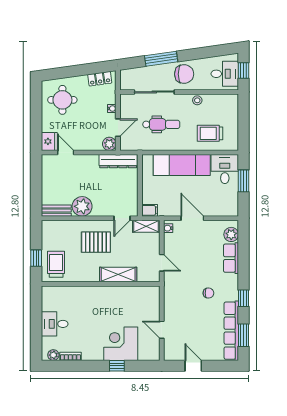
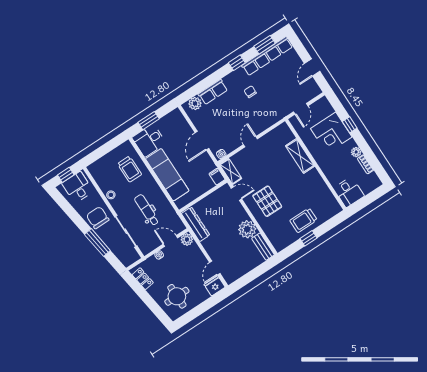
shelving: (118, 275) -> (300, 156), moved
wall: (101, 284) -> (316, 165), moved
plant: (53, 355) -> (356, 152), moved

